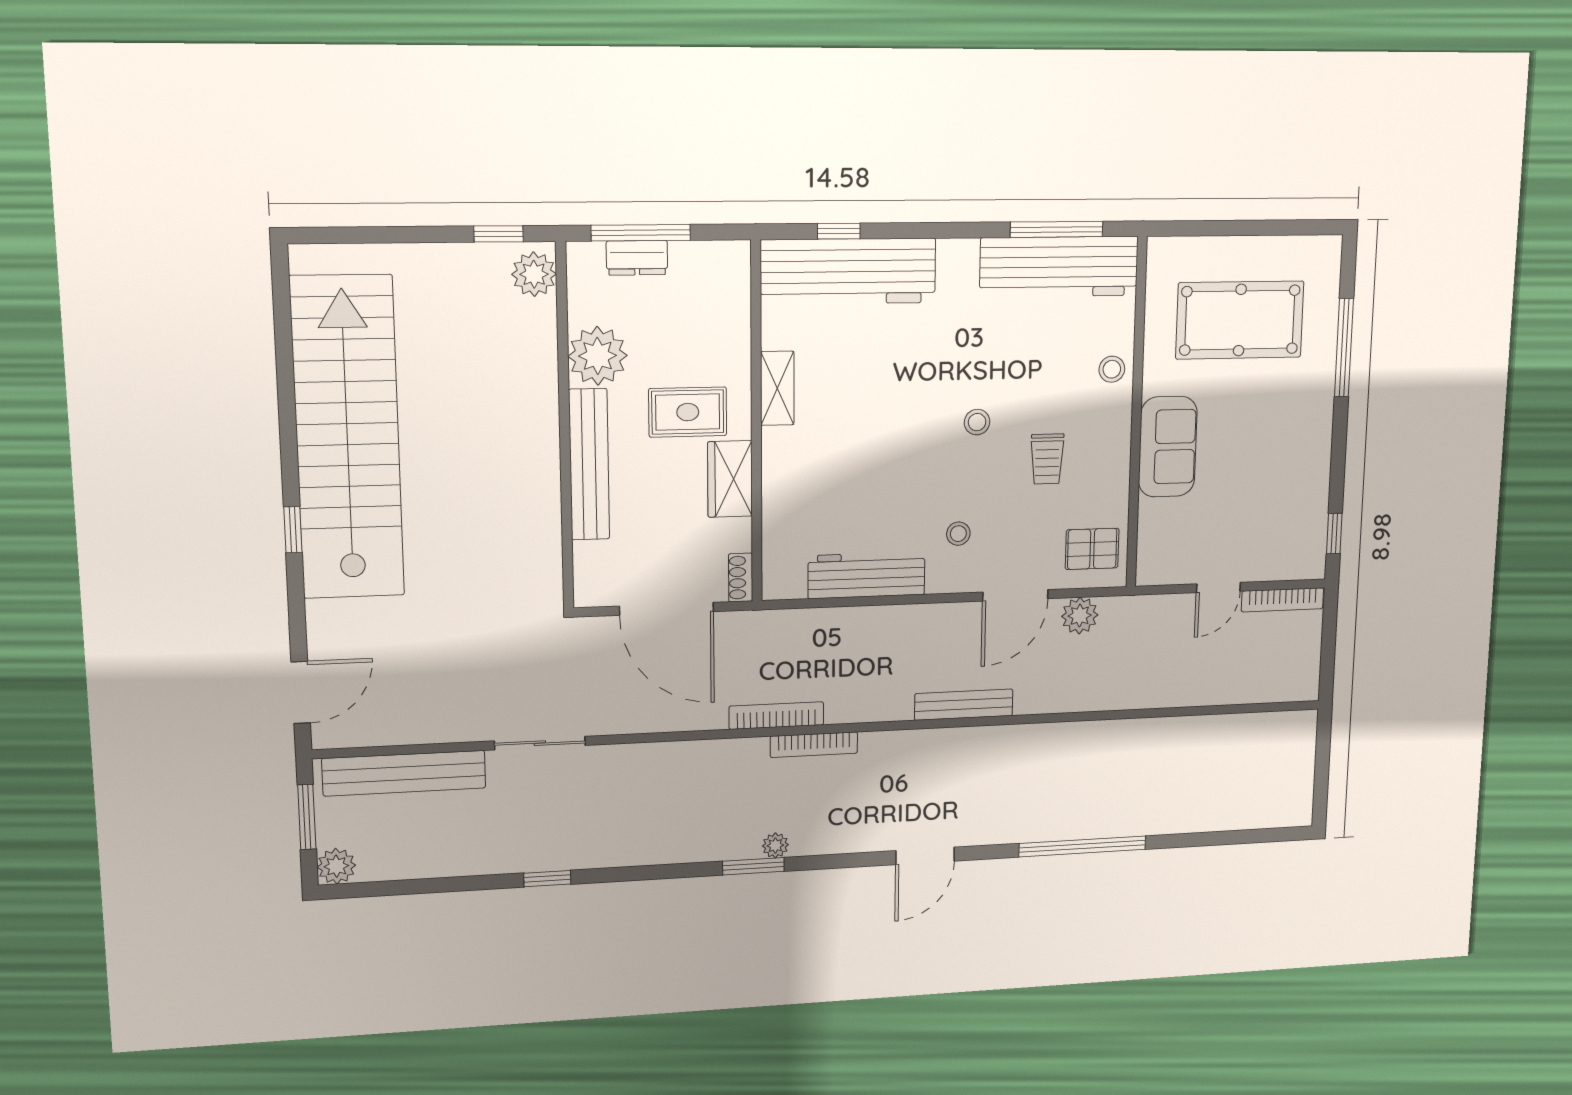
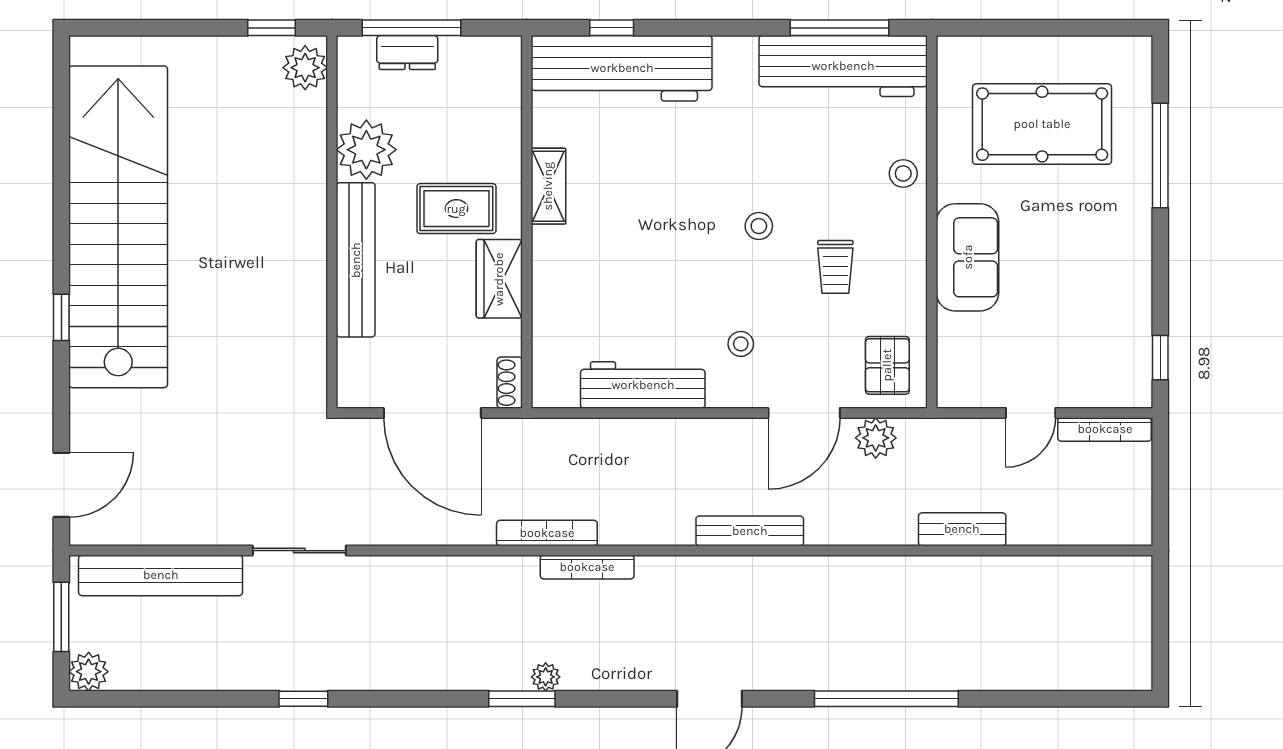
pallet: (1092, 549) -> (887, 365), turned 90
bench: (1154, 694) -> (962, 529), added

